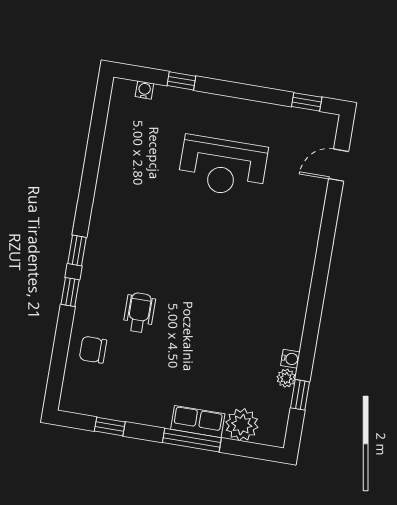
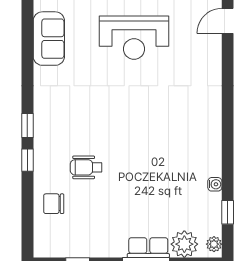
sofa: (120, 150) -> (49, 39), added
wheelchair: (139, 313) -> (86, 167), turned -90
plant: (286, 378) -> (214, 244), moved

